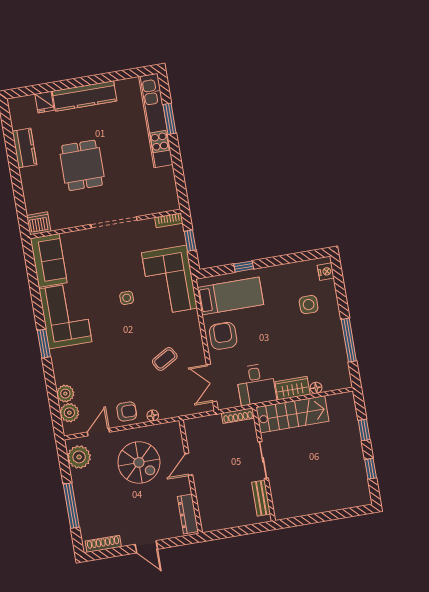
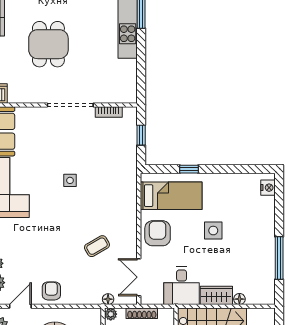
bookcase: (169, 220) -> (109, 112), moved
corner sofa: (169, 280) -> (114, 170), removed
side table: (309, 305) -> (213, 231), moved
armchair: (127, 411) -> (51, 291), turned -90
floor lamp: (153, 416) -> (108, 299), moved
shoe rack: (238, 416) -> (142, 313), moved
plant: (190, 425) -> (111, 314), added

